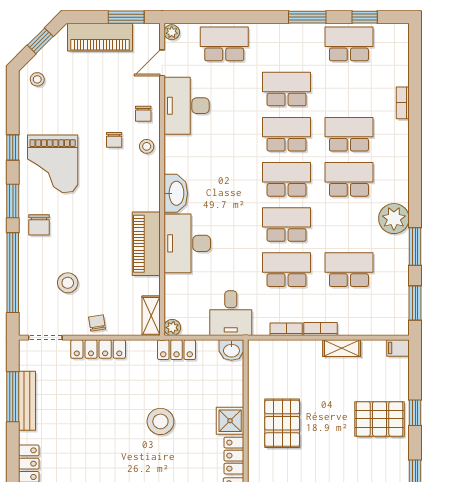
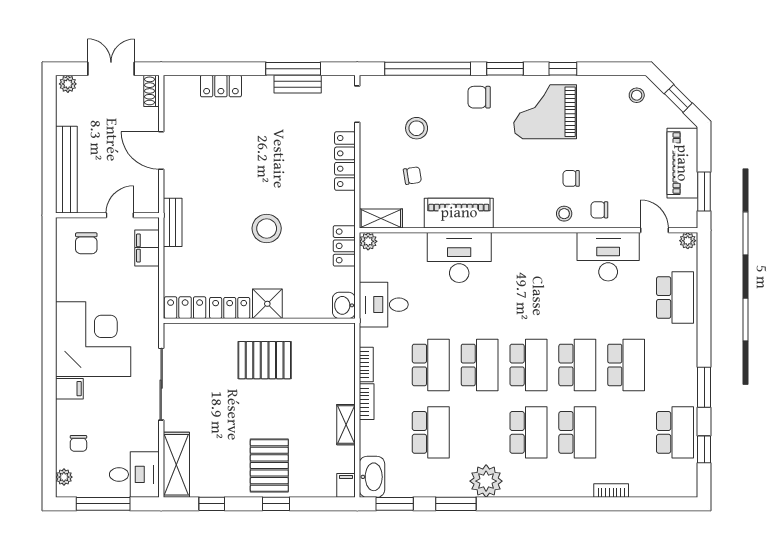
washbasin: (176, 193) -> (372, 477), moved, turned -90
chair: (97, 323) -> (412, 176), moved
bench: (27, 401) -> (298, 84), width x0.73

